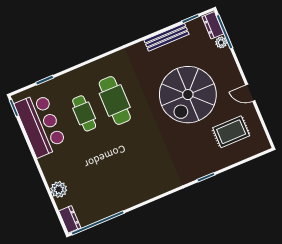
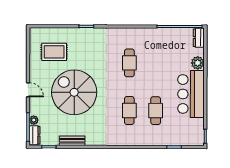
bench: (166, 37) -> (72, 141), width x0.73
door: (250, 93) -> (28, 90), moved
spiral stairs: (188, 95) -> (74, 92), turned -90
cafe table: (115, 100) -> (129, 111), width x0.73, depth x0.74
bar counter: (40, 125) -> (191, 94), moved
cafe table: (138, 156) -> (129, 63), added

